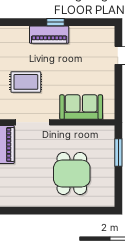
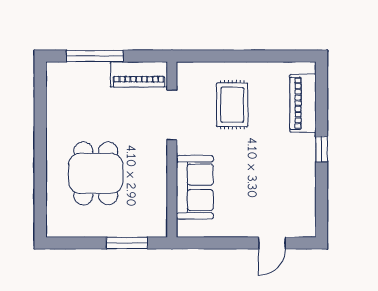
piano: (49, 35) -> (303, 103), moved
dining table: (72, 173) -> (96, 173), turned 90

